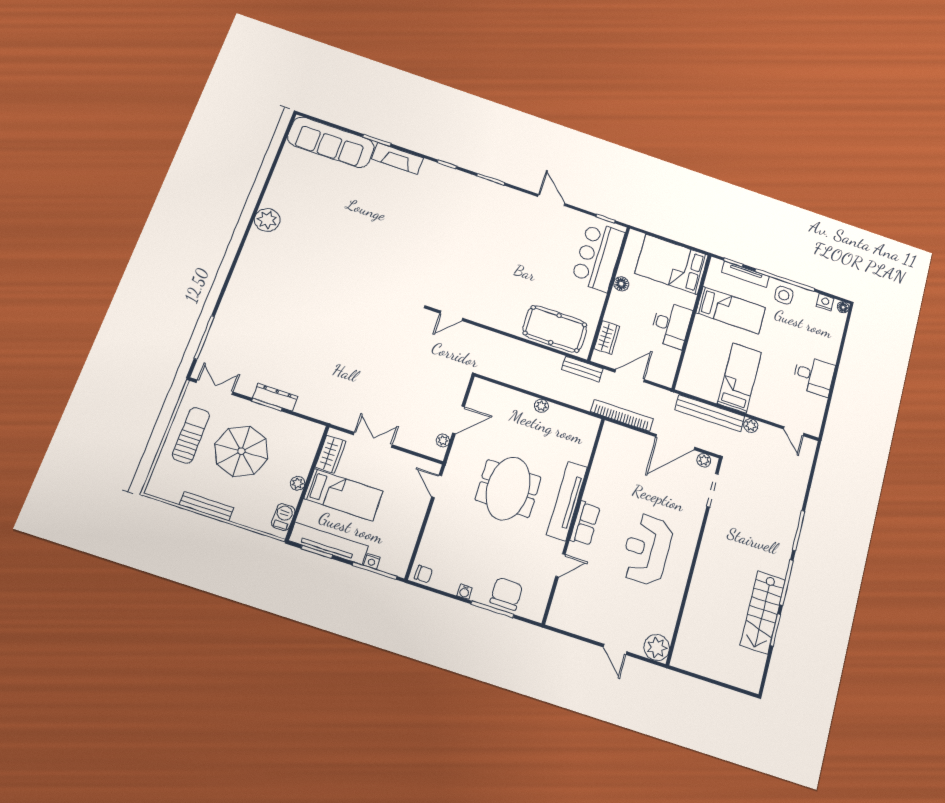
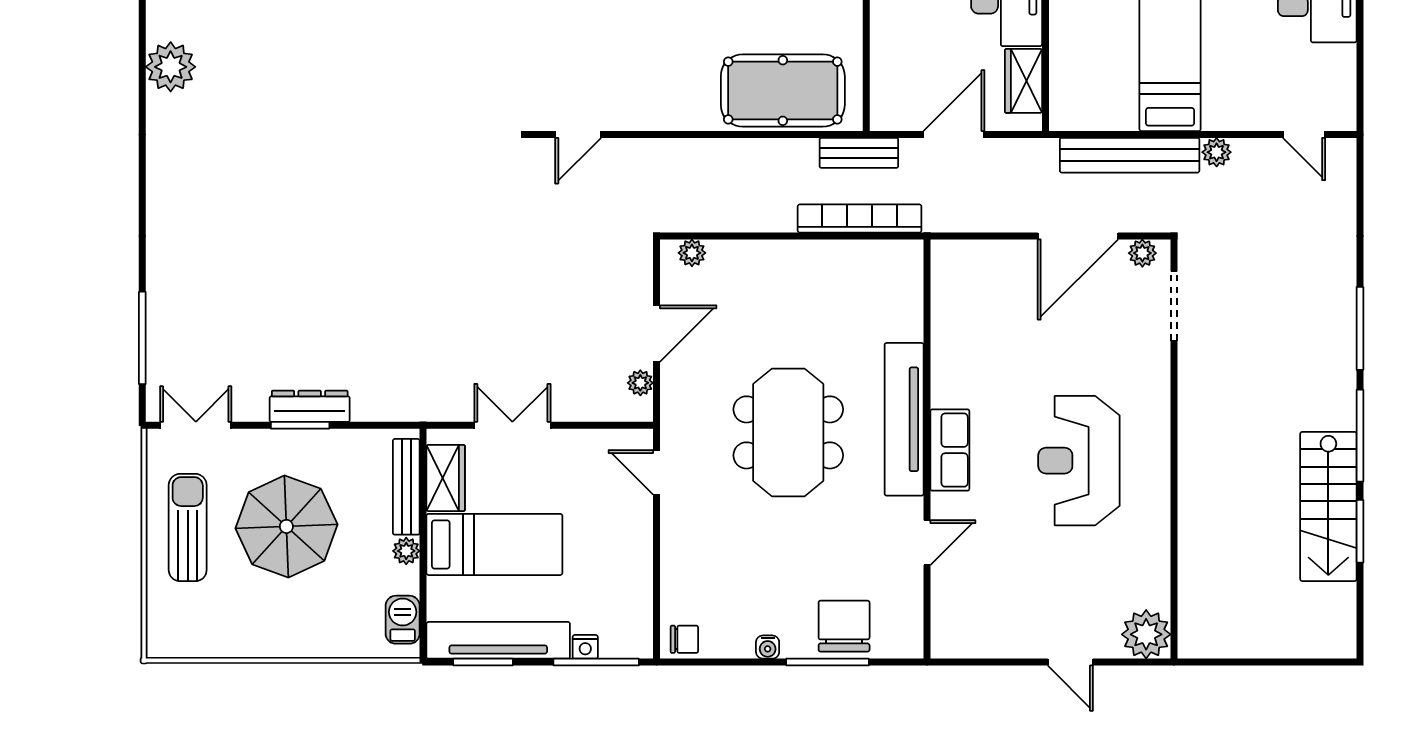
wardrobe: (607, 337) -> (1023, 81), moved, turned 180
plant: (541, 406) -> (692, 253), moved
bookcase: (622, 415) -> (860, 218), moved
bench: (206, 506) -> (406, 487), moved, turned 90

